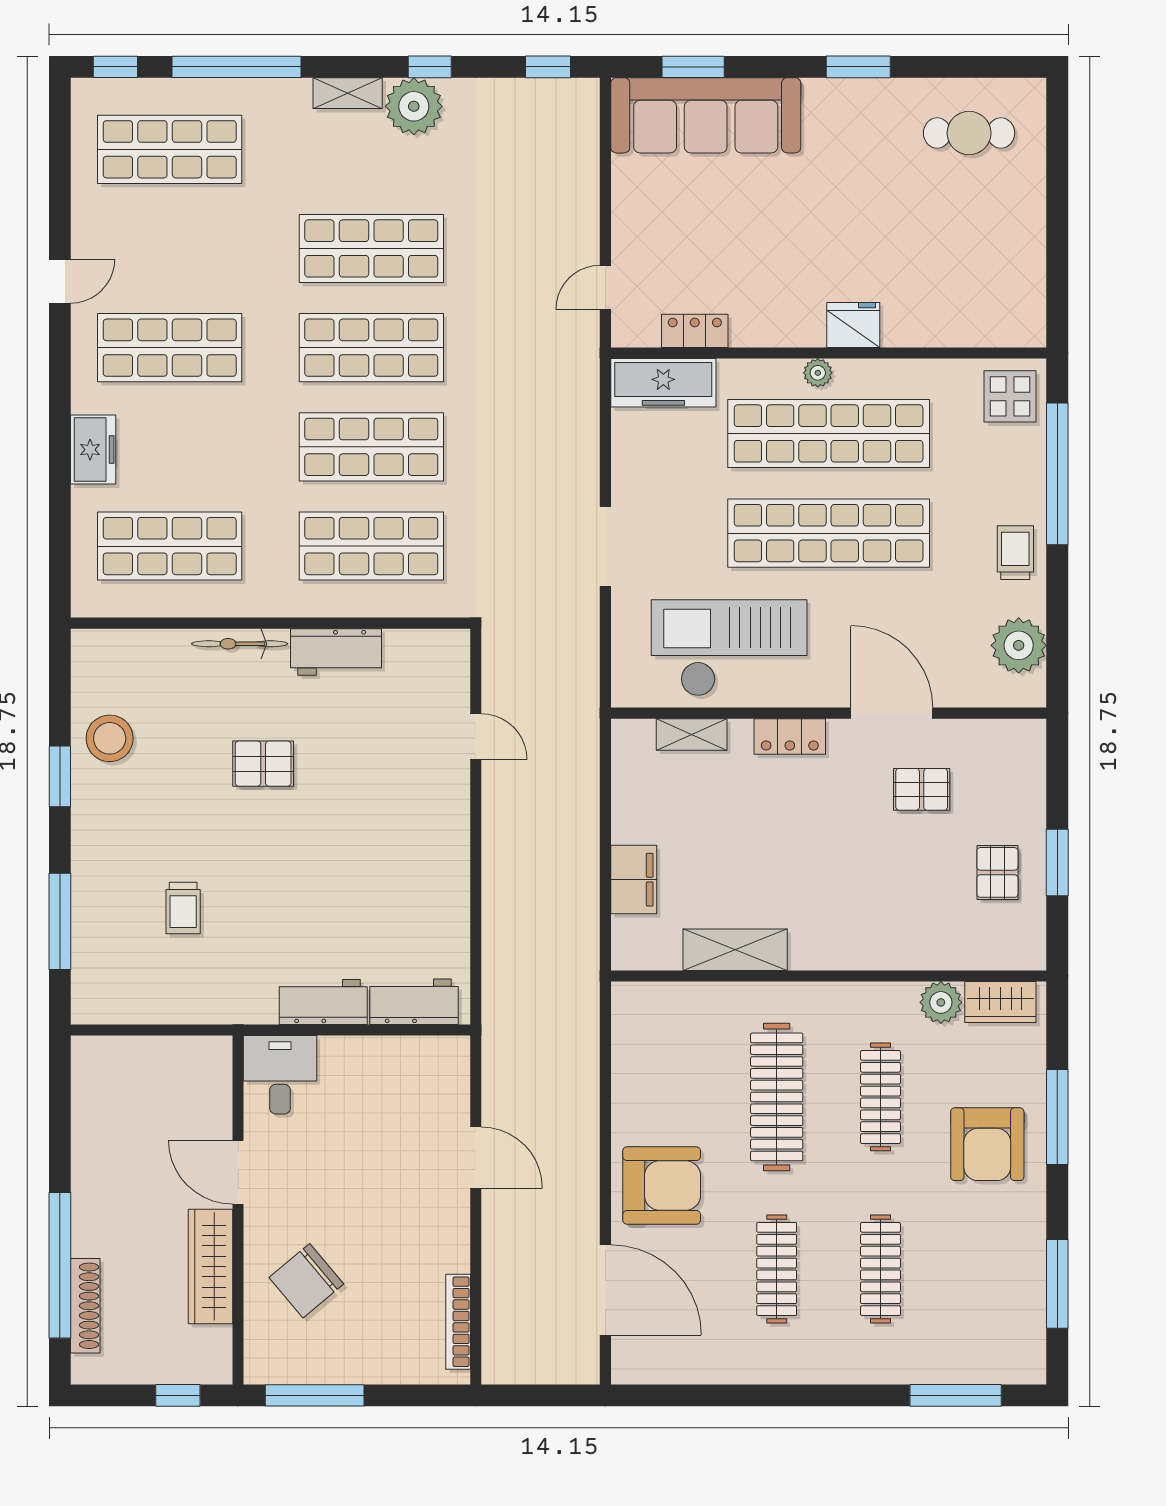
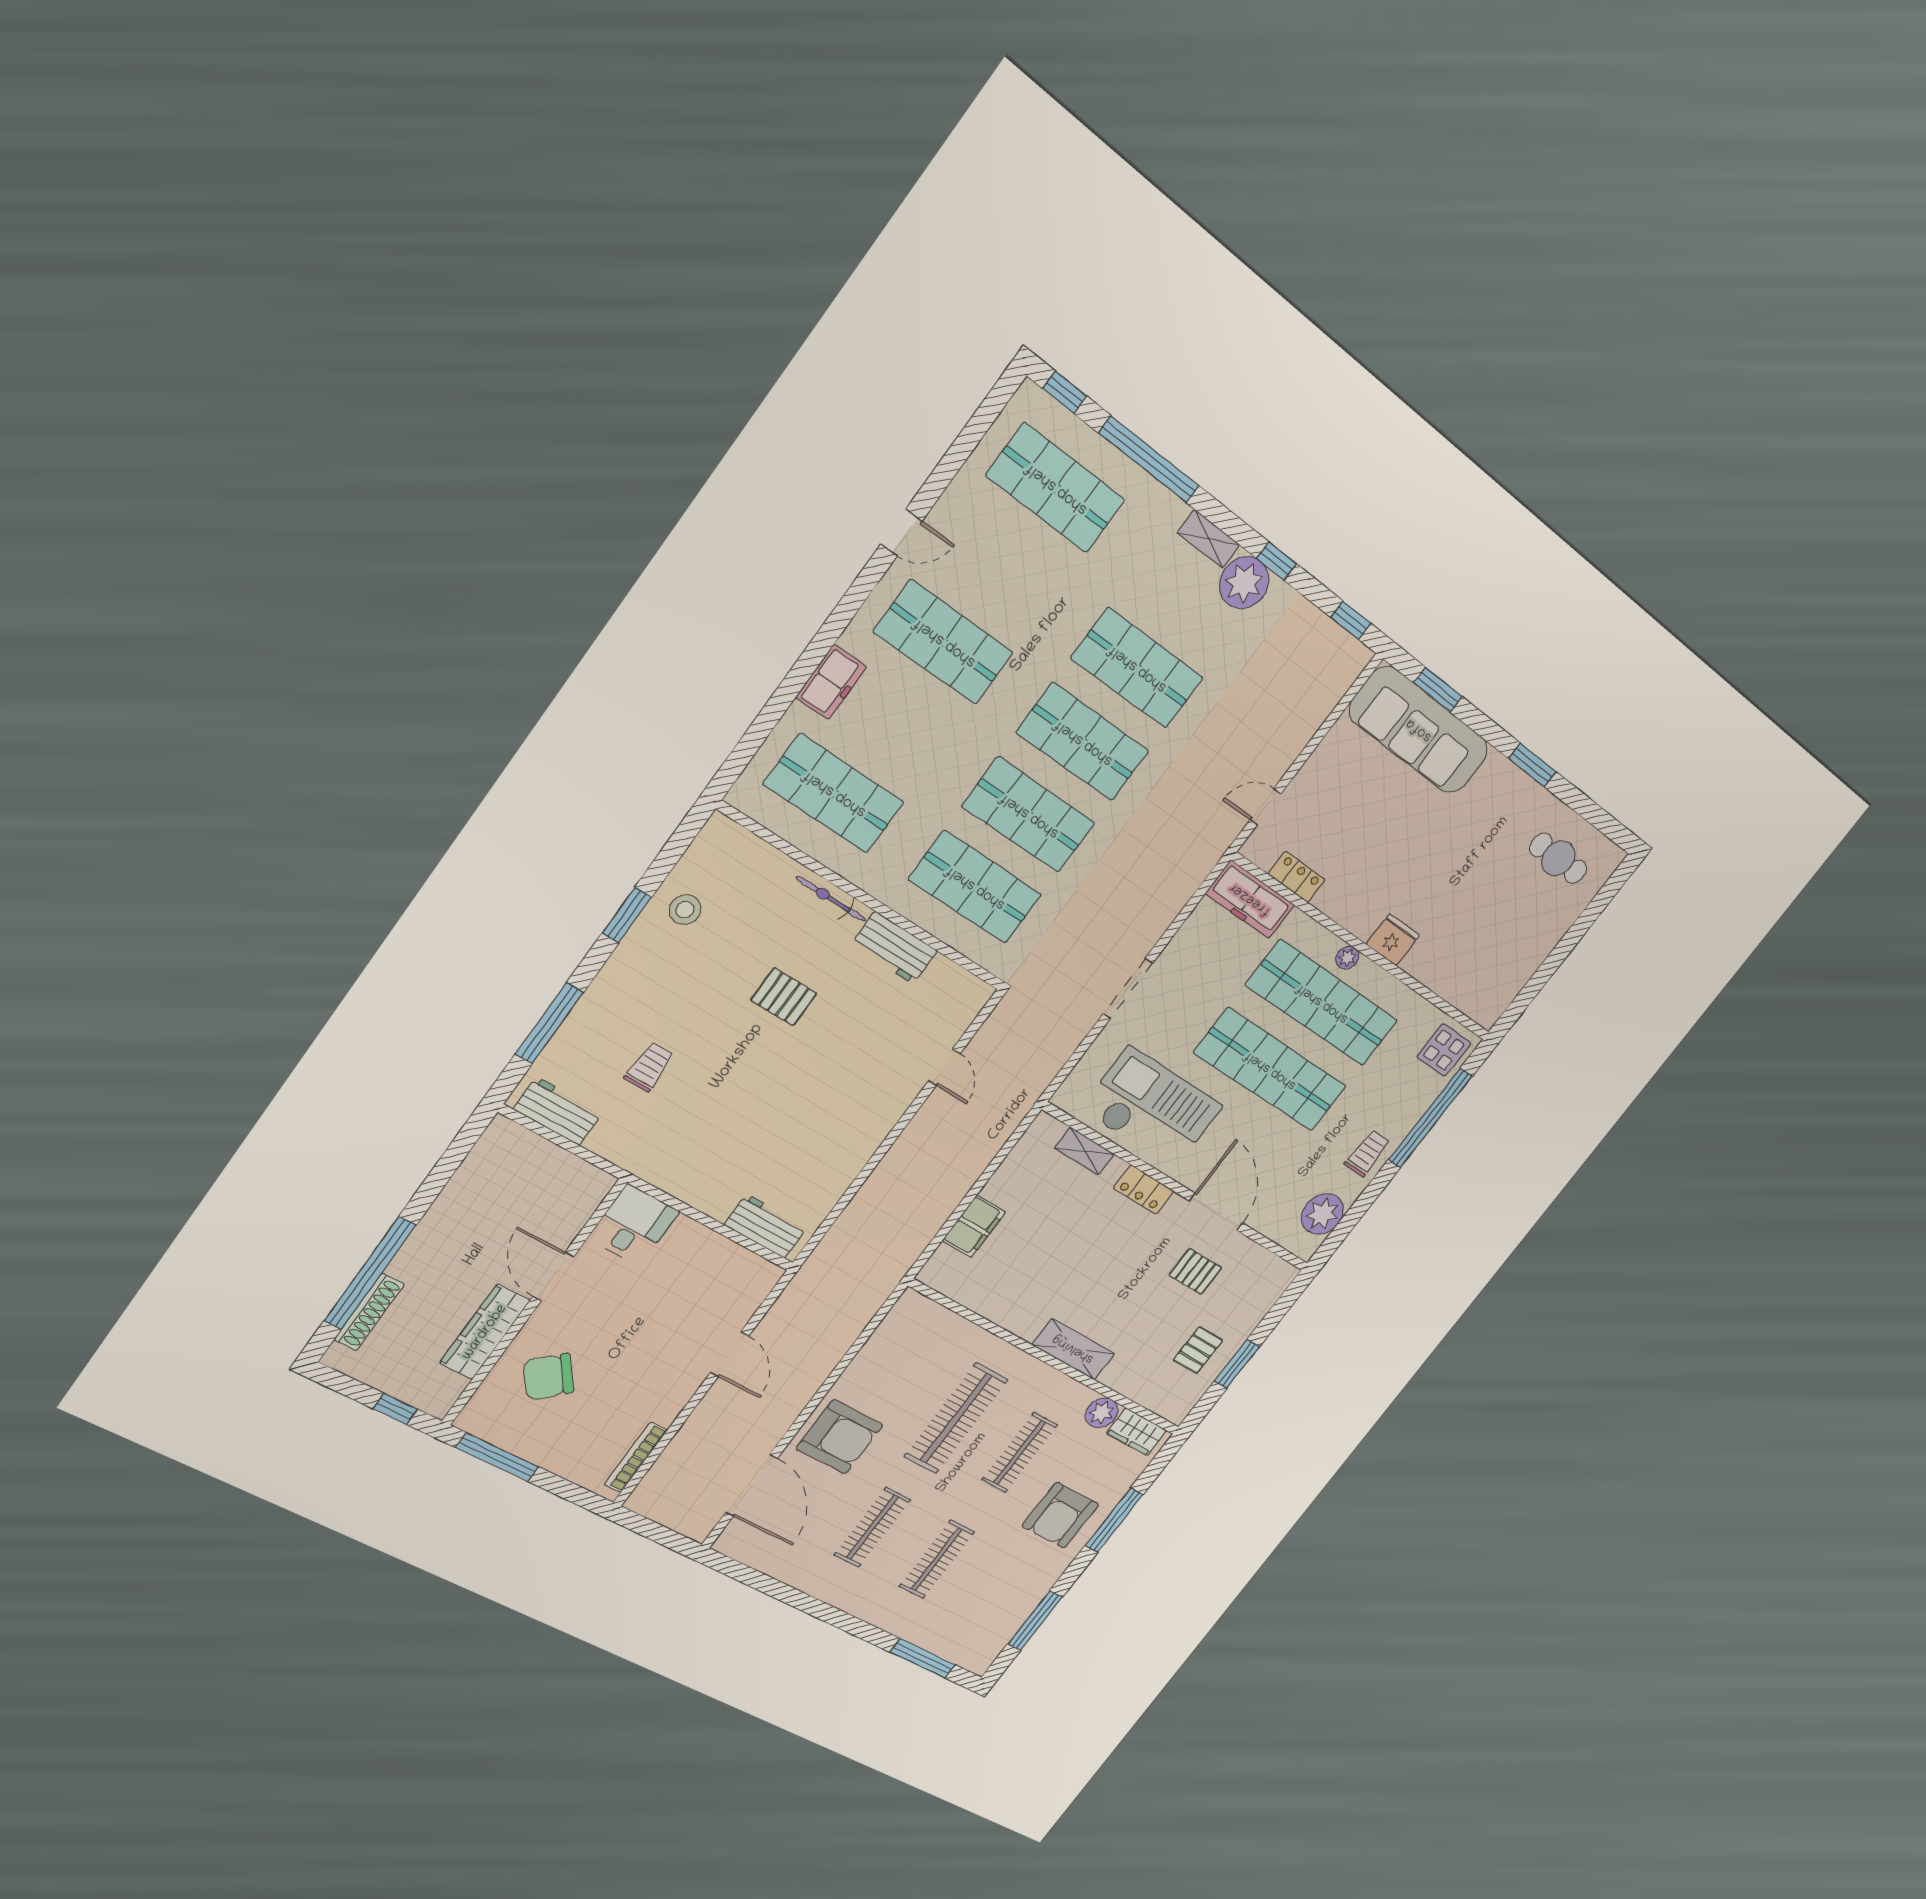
stool: (110, 738) -> (685, 910), width x0.73, depth x0.73
trolley: (183, 908) -> (649, 1067), turned 180
shelving: (735, 950) -> (1073, 1349), moved
workbench: (323, 1002) -> (558, 1111), moved

